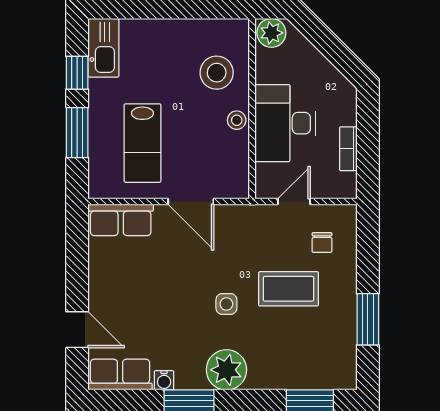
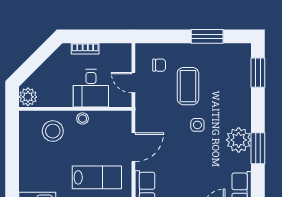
desk: (285, 123) -> (91, 88), width x0.73
bookcase: (348, 149) -> (85, 49), moved
plant: (226, 370) -> (239, 140), moved
water cooler: (164, 380) -> (245, 164), removed

